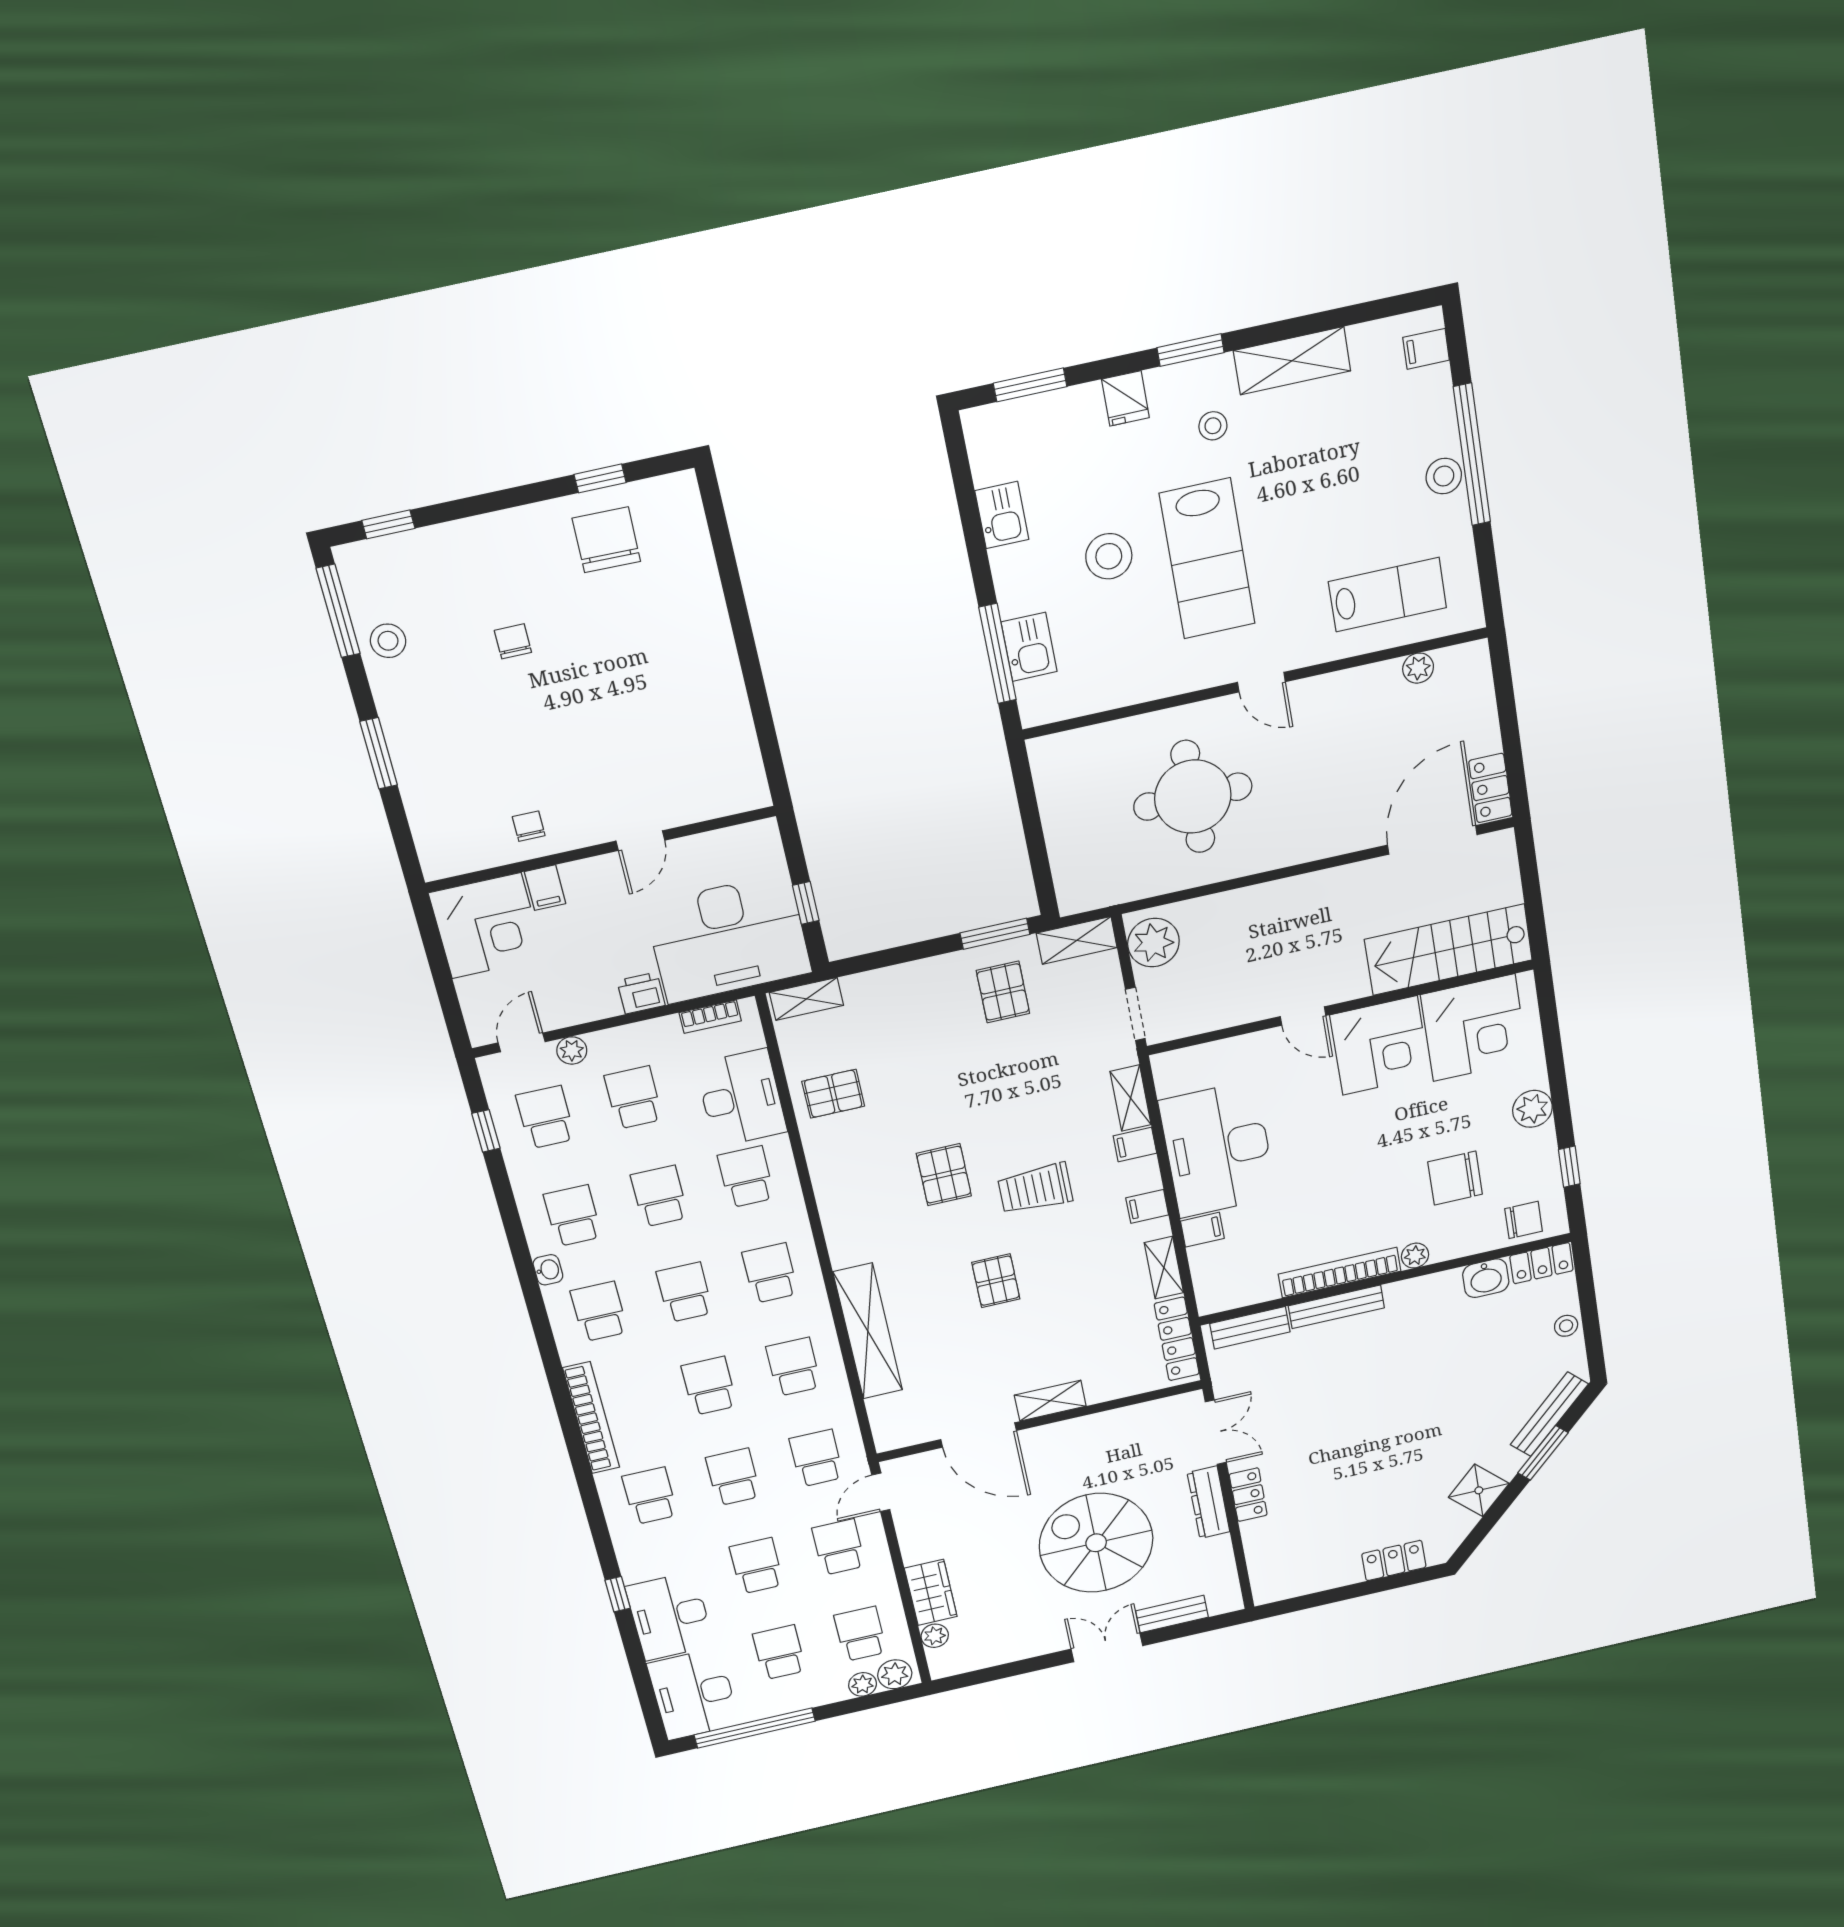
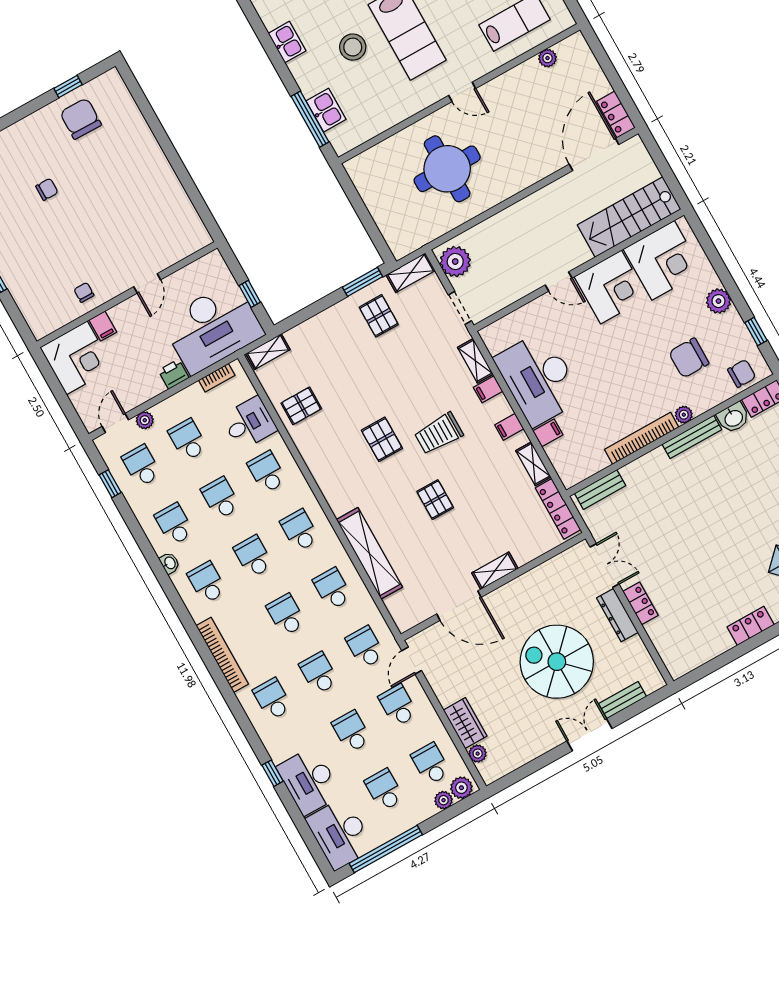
chair: (513, 641) -> (47, 189), turned 90
desk: (741, 1098) -> (249, 423), width x0.73
bench: (1336, 1307) -> (692, 437), moved

